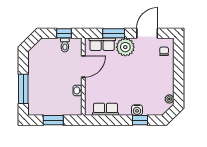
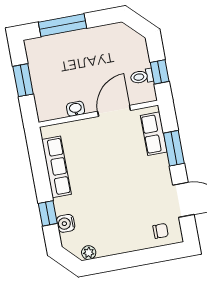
plant: (125, 47) -> (156, 170), removed
door: (83, 67) -> (114, 111), swing flipped
row of seats: (106, 109) -> (56, 167), width x1.48
water cooler: (137, 110) -> (66, 223), moved

